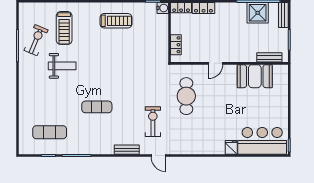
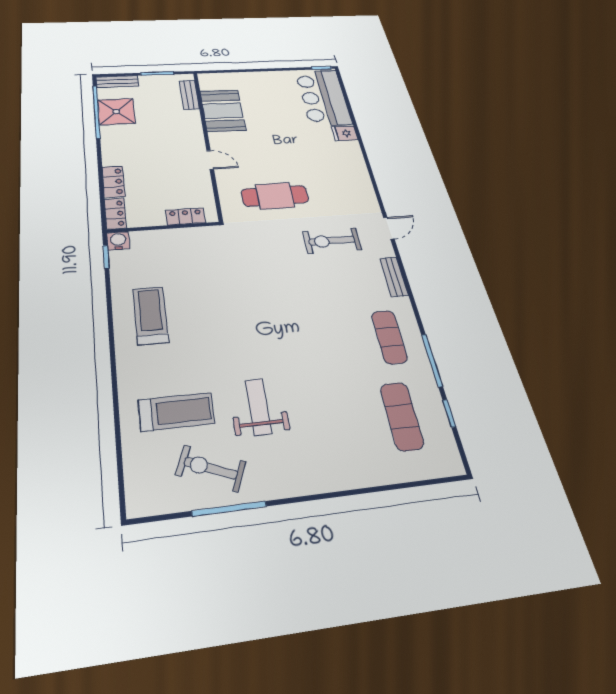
exercise mat: (97, 107) -> (389, 337), moved

